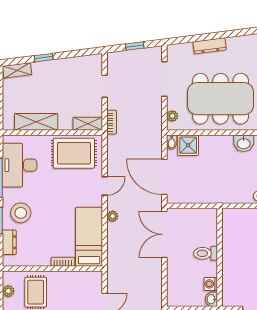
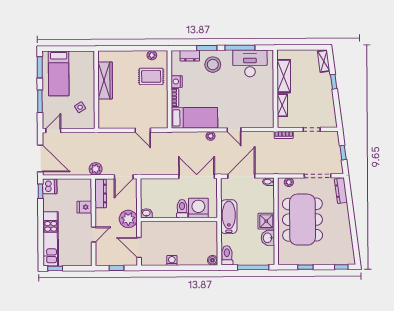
dresser: (210, 46) -> (341, 191), moved
shelving: (88, 124) -> (282, 105), moved
shower: (188, 145) -> (266, 221), moved
rug: (74, 153) -> (259, 106), removed
bathtub: (216, 193) -> (229, 217), added
nightstand: (42, 259) -> (177, 82), added
washing machine: (211, 284) -> (198, 208), moved, width x1.89, depth x1.89

